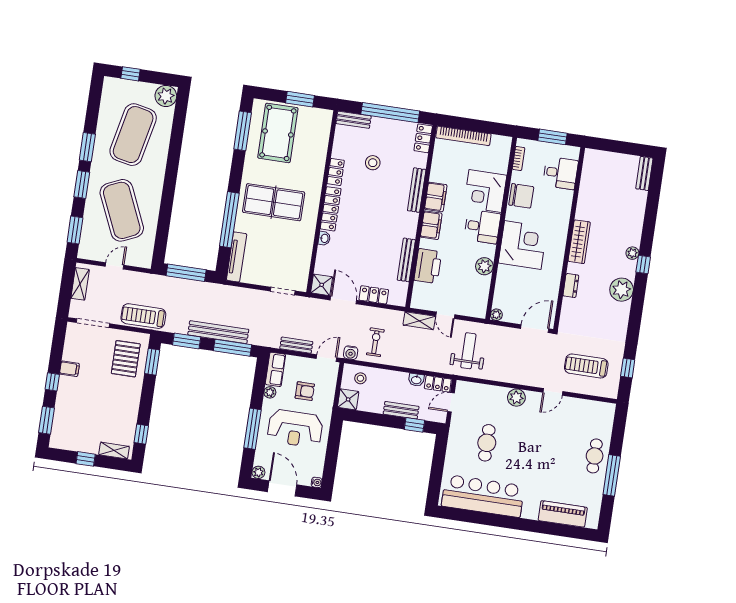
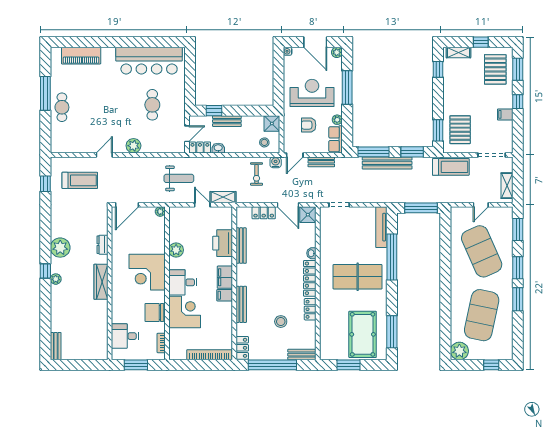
filing cabinet: (436, 197) -> (225, 295), width x0.50
weight bench: (468, 351) -> (179, 178), turned -90
pallet: (73, 424) -> (495, 69), added

